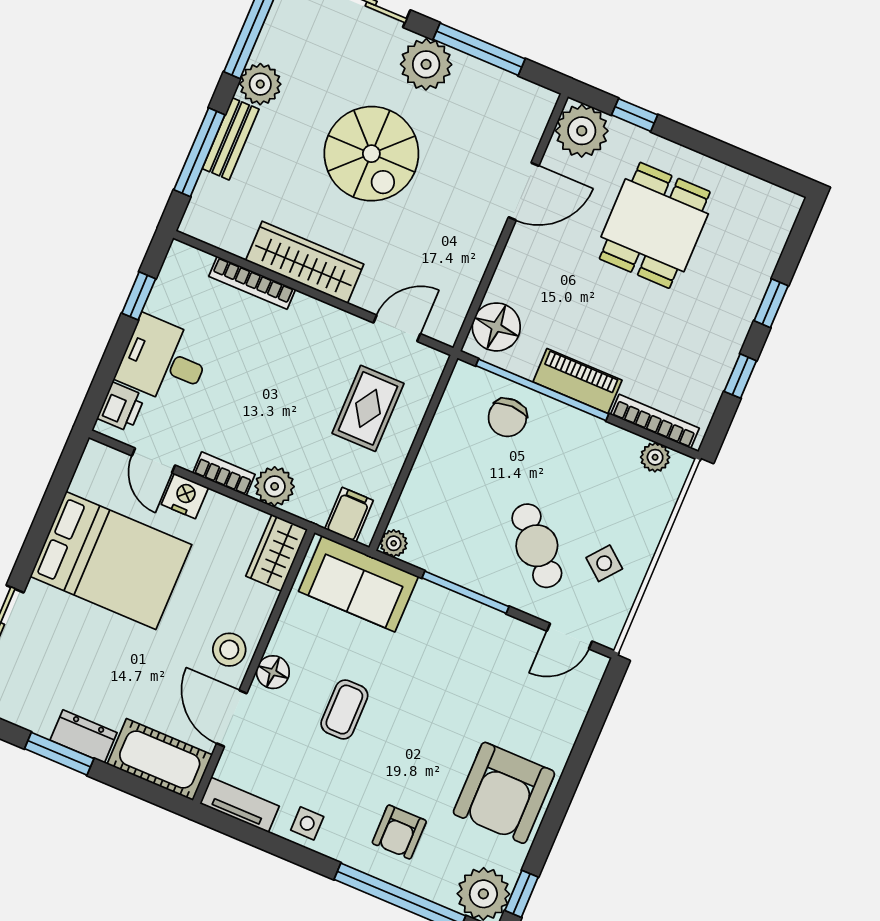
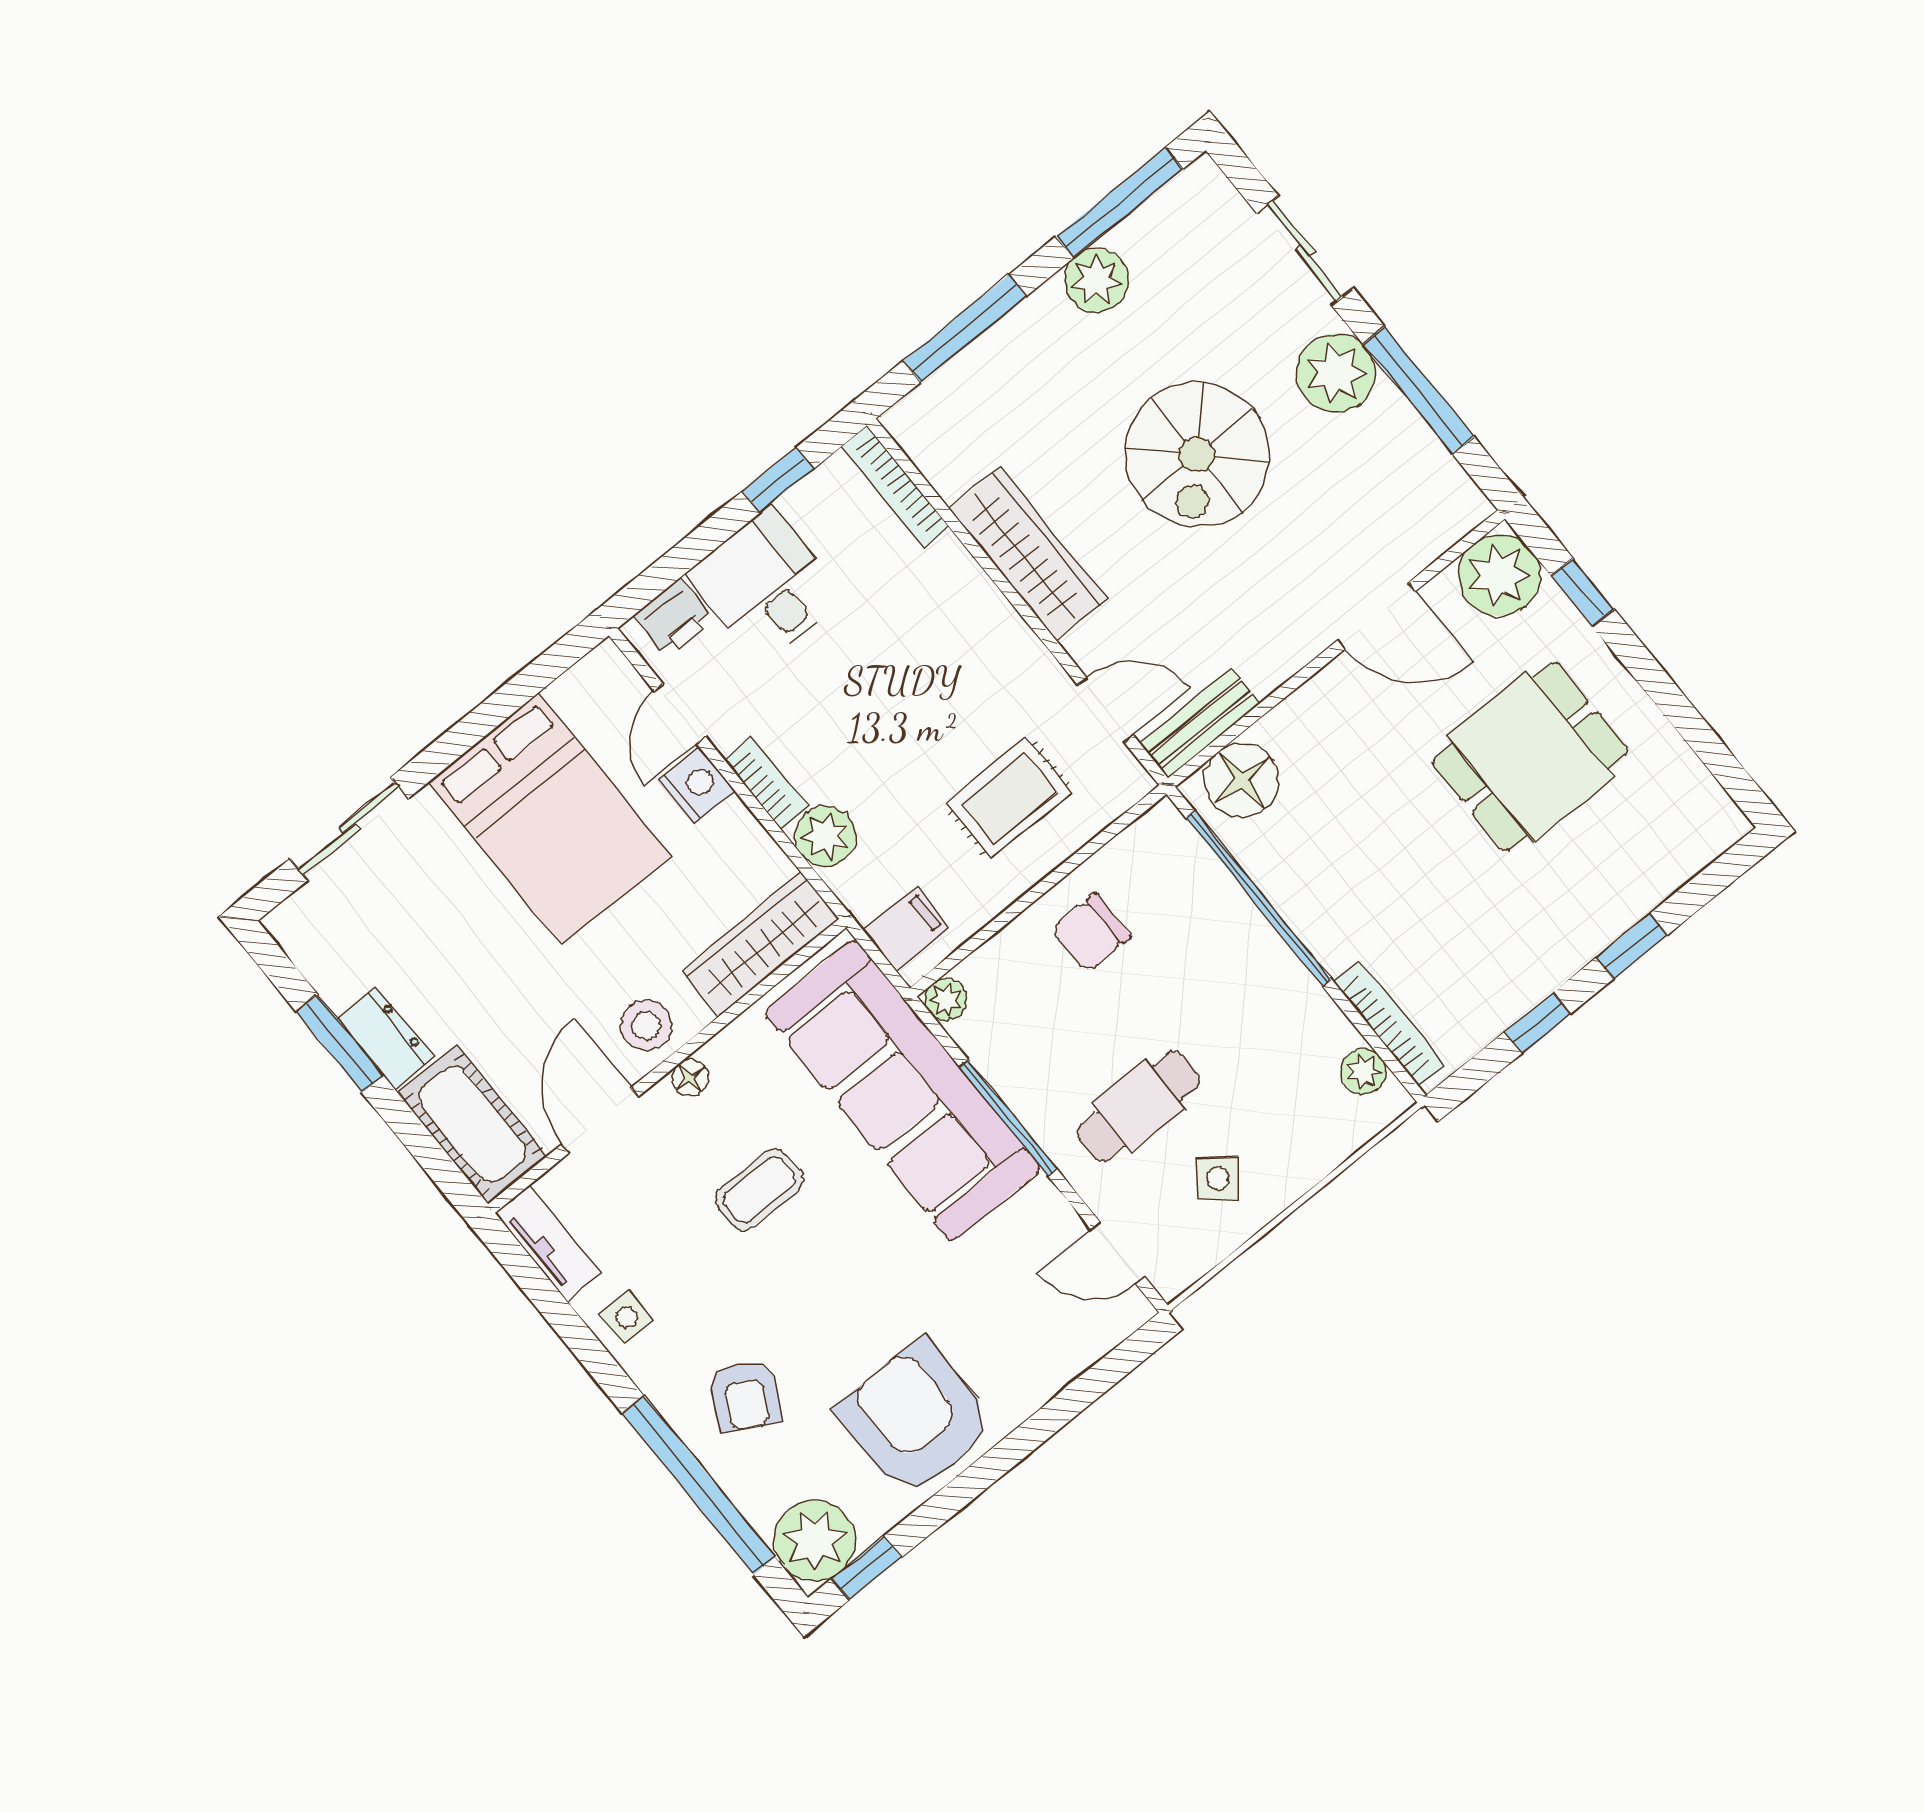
bench: (231, 139) -> (1200, 723), moved
bookcase: (252, 283) -> (895, 487), moved
piano: (577, 381) -> (1313, 912), removed
chair: (507, 418) -> (1091, 933), moved
cafe table: (537, 546) -> (1139, 1106), turned 43
wardrobe: (277, 553) -> (760, 944), width x1.50
sofa: (359, 584) -> (903, 1090), width x1.85, depth x1.27
floor lamp: (273, 672) -> (690, 1078), width x0.73, depth x0.73
armchair: (504, 793) -> (916, 1418), turned 90
armchair: (399, 832) -> (745, 1396), turned -62

